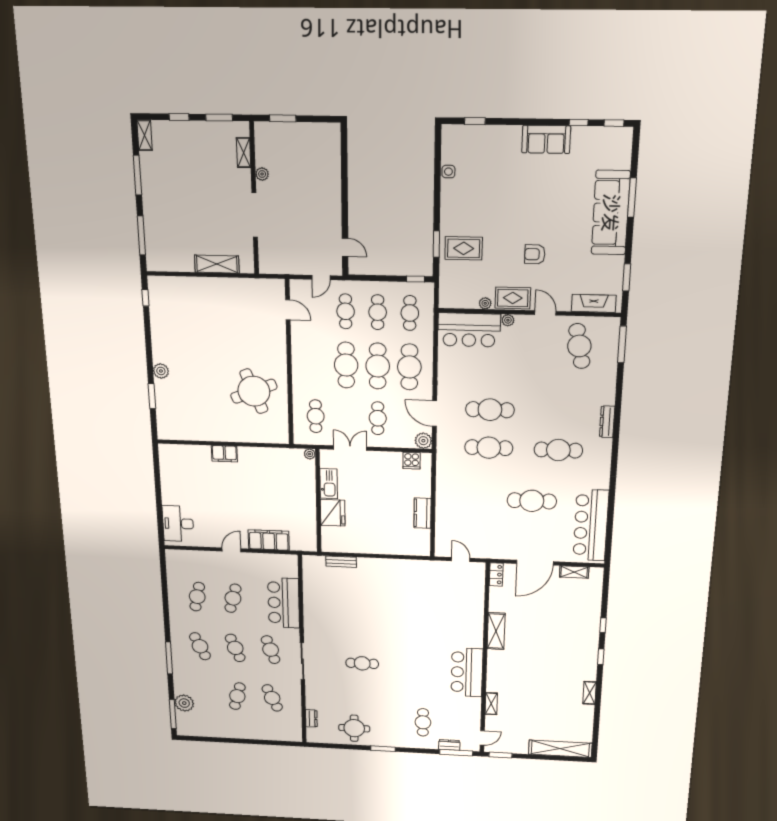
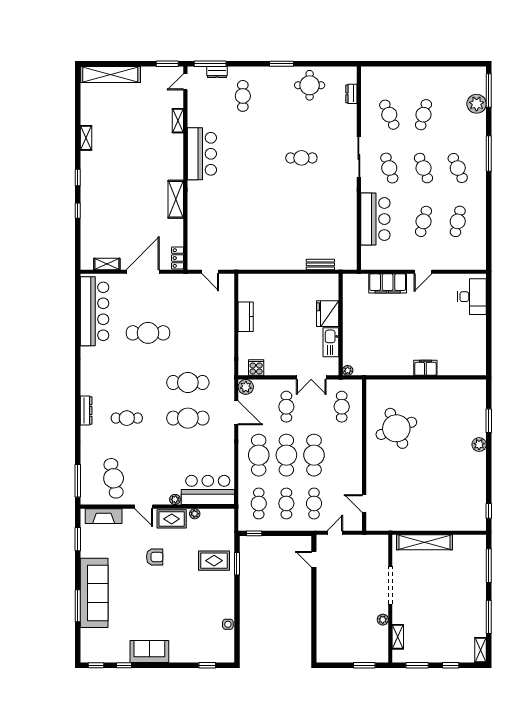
shelving: (217, 264) -> (425, 542), width x1.47
cafe table: (558, 450) -> (127, 418), moved, width x0.73, depth x0.74

